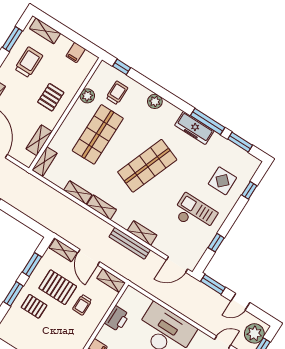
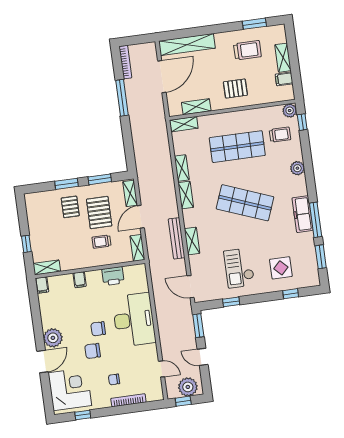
shelving: (45, 31) -> (283, 58), moved
plant: (87, 96) -> (290, 111), moved
checkout: (195, 214) -> (239, 268), turned 180

